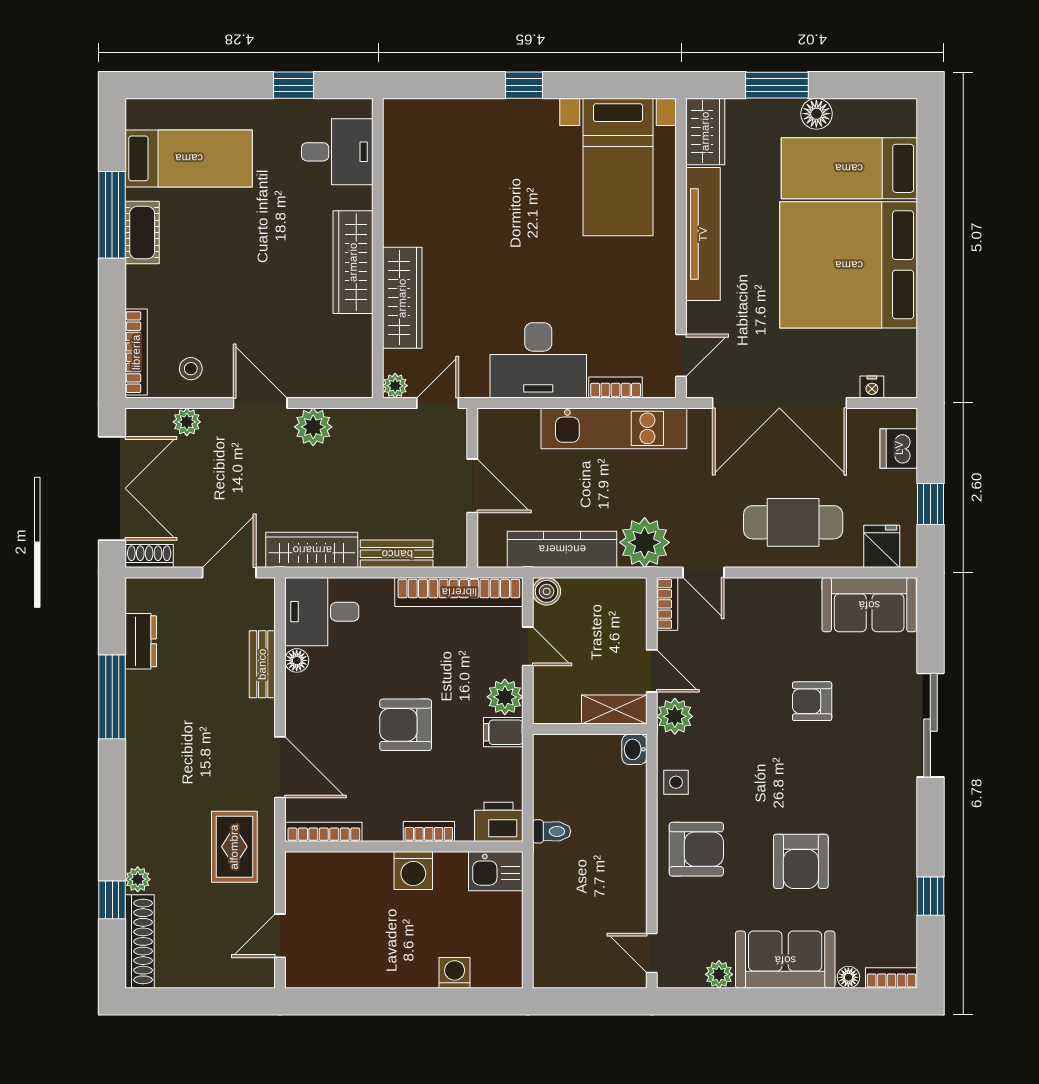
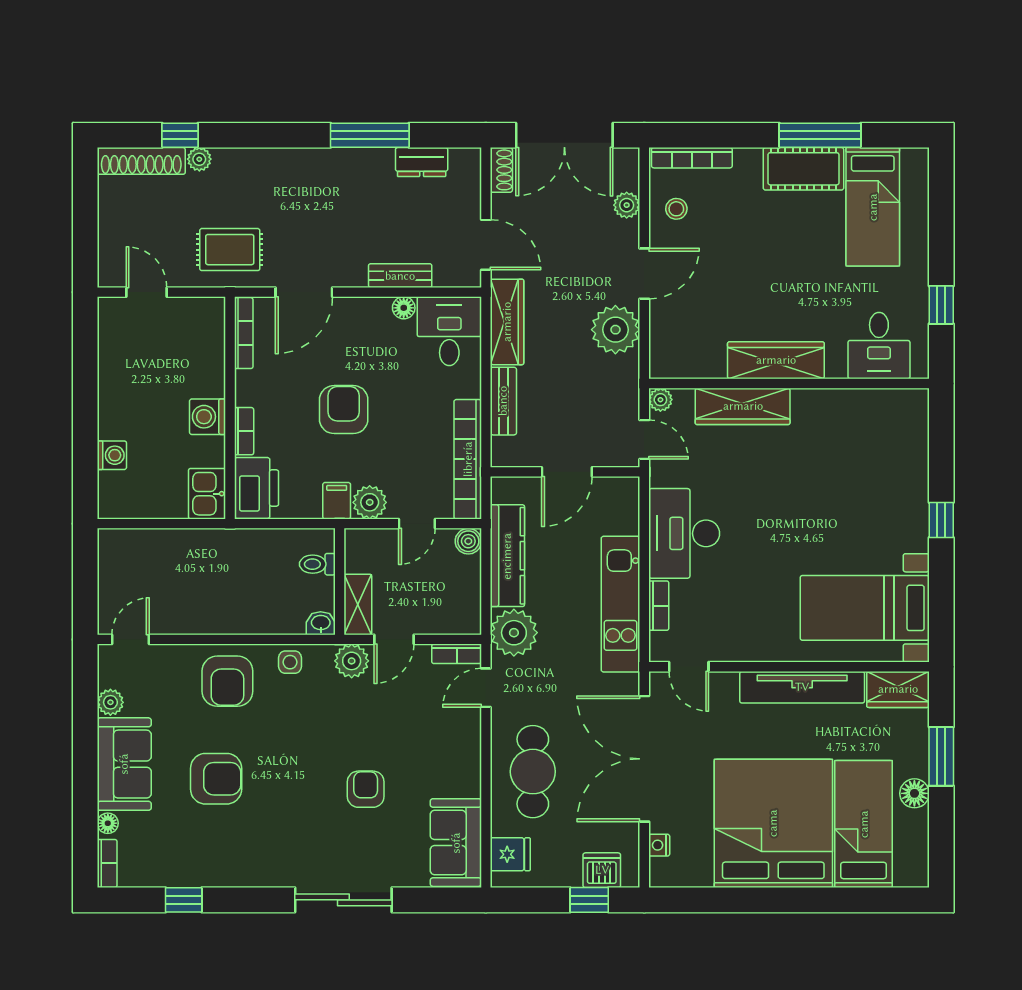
cot: (142, 233) -> (803, 169), width x1.37, depth x1.34
plant: (313, 427) -> (615, 330), width x1.36, depth x1.36
window: (930, 504) -> (589, 900), moved
printer: (499, 822) -> (256, 488), width x1.37, depth x1.19
toilet: (552, 831) -> (317, 564), moved, turned 90
armchair: (801, 861) -> (216, 779), turned 180

